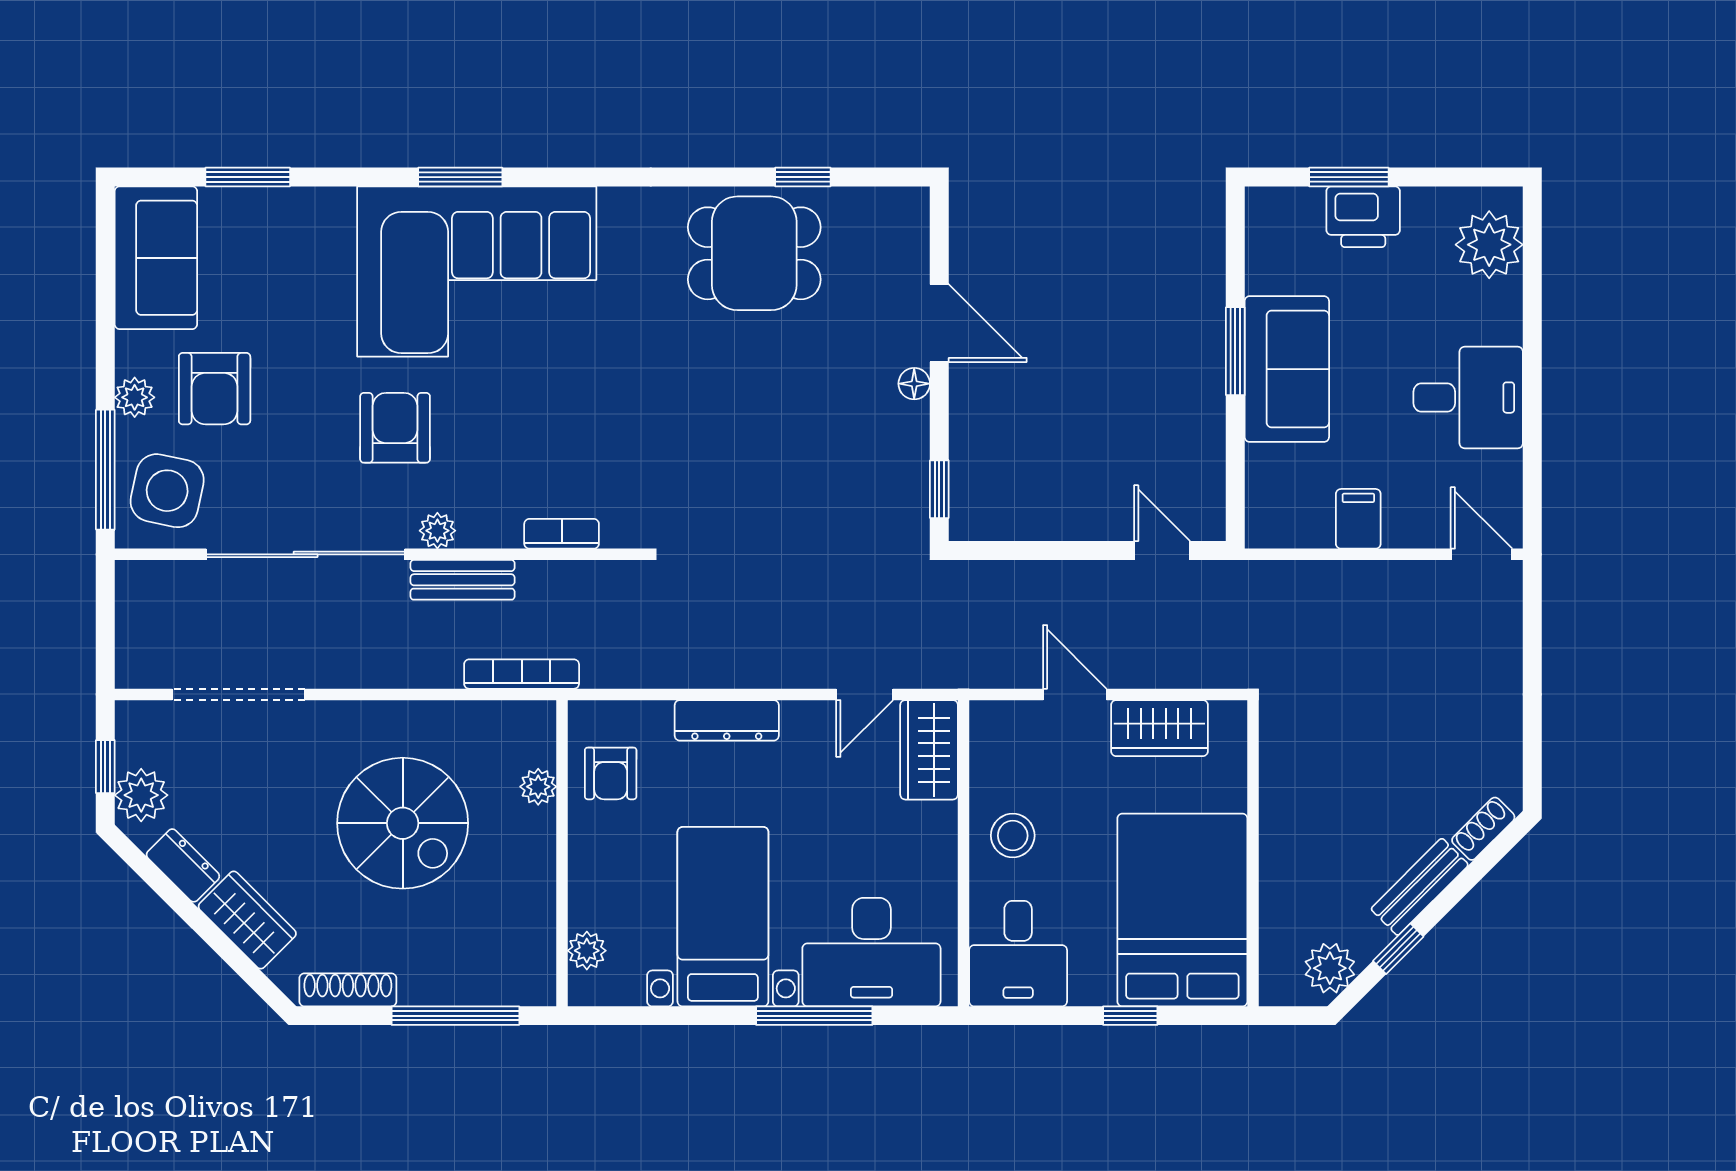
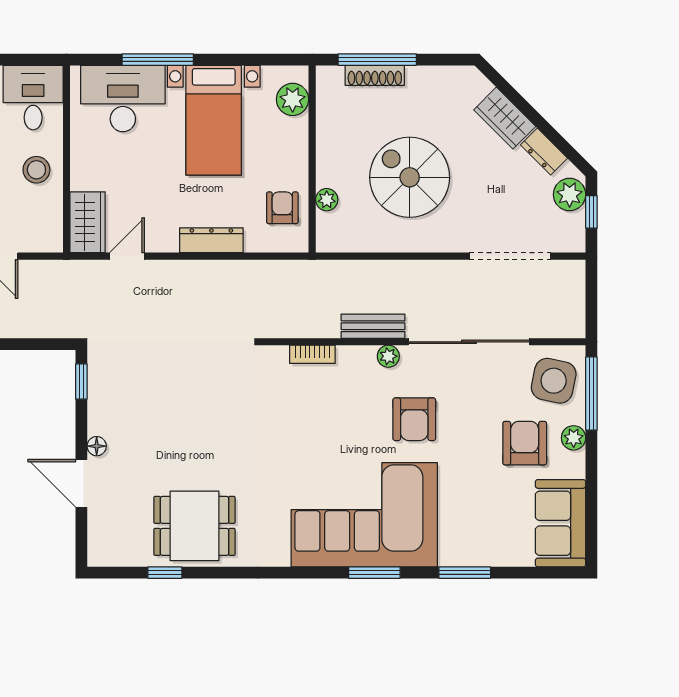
window: (248, 177) -> (465, 573), moved
bookcase: (522, 674) -> (337, 269), removed
plant: (587, 951) -> (293, 99), width x1.38, depth x1.38
shoe rack: (348, 990) -> (375, 75), moved

